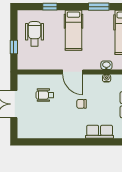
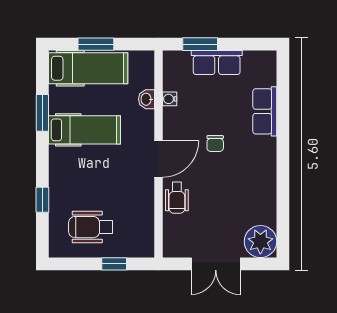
hospital bed: (73, 30) -> (84, 130), moved
wheelchair: (45, 95) -> (177, 198), moved
plant: (26, 129) -> (260, 242), added

